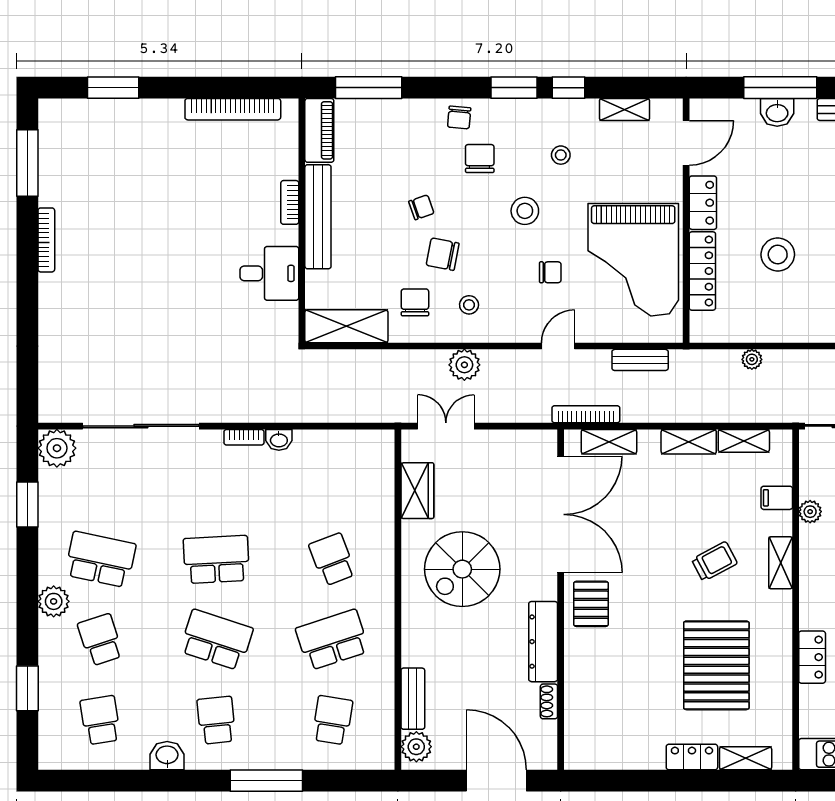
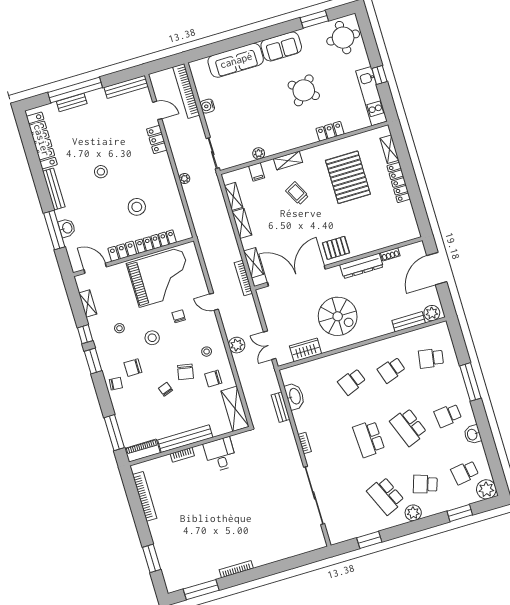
plant: (752, 359) -> (184, 178), moved
bench: (640, 360) -> (281, 407), moved
washbasin: (279, 440) -> (295, 396), moved, width x1.91, depth x1.45
plant: (57, 448) -> (486, 489), moved
school desk: (100, 559) -> (386, 496), turned -36
school desk: (100, 640) -> (425, 484), turned 36
school desk: (216, 640) -> (408, 427), turned -39
school desk: (332, 640) -> (391, 370), width x0.54
pallet: (716, 665) -> (348, 177), turned 90
locker: (692, 757) -> (399, 182), width x1.53

